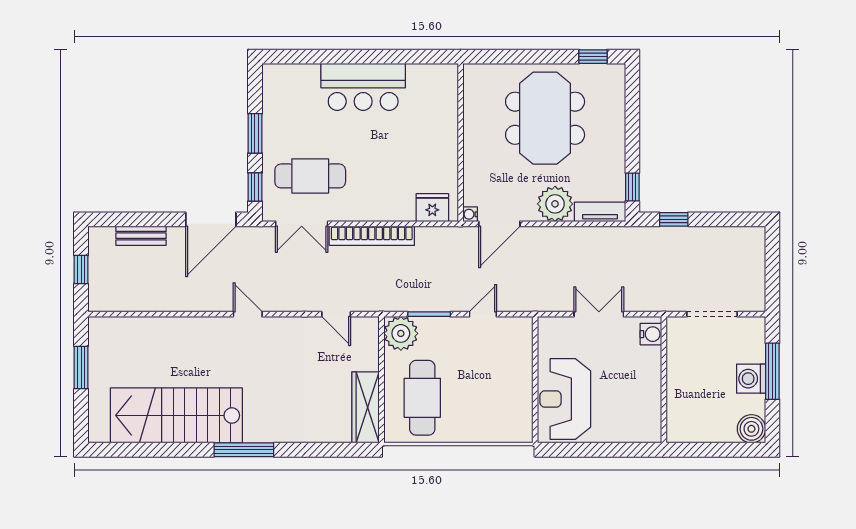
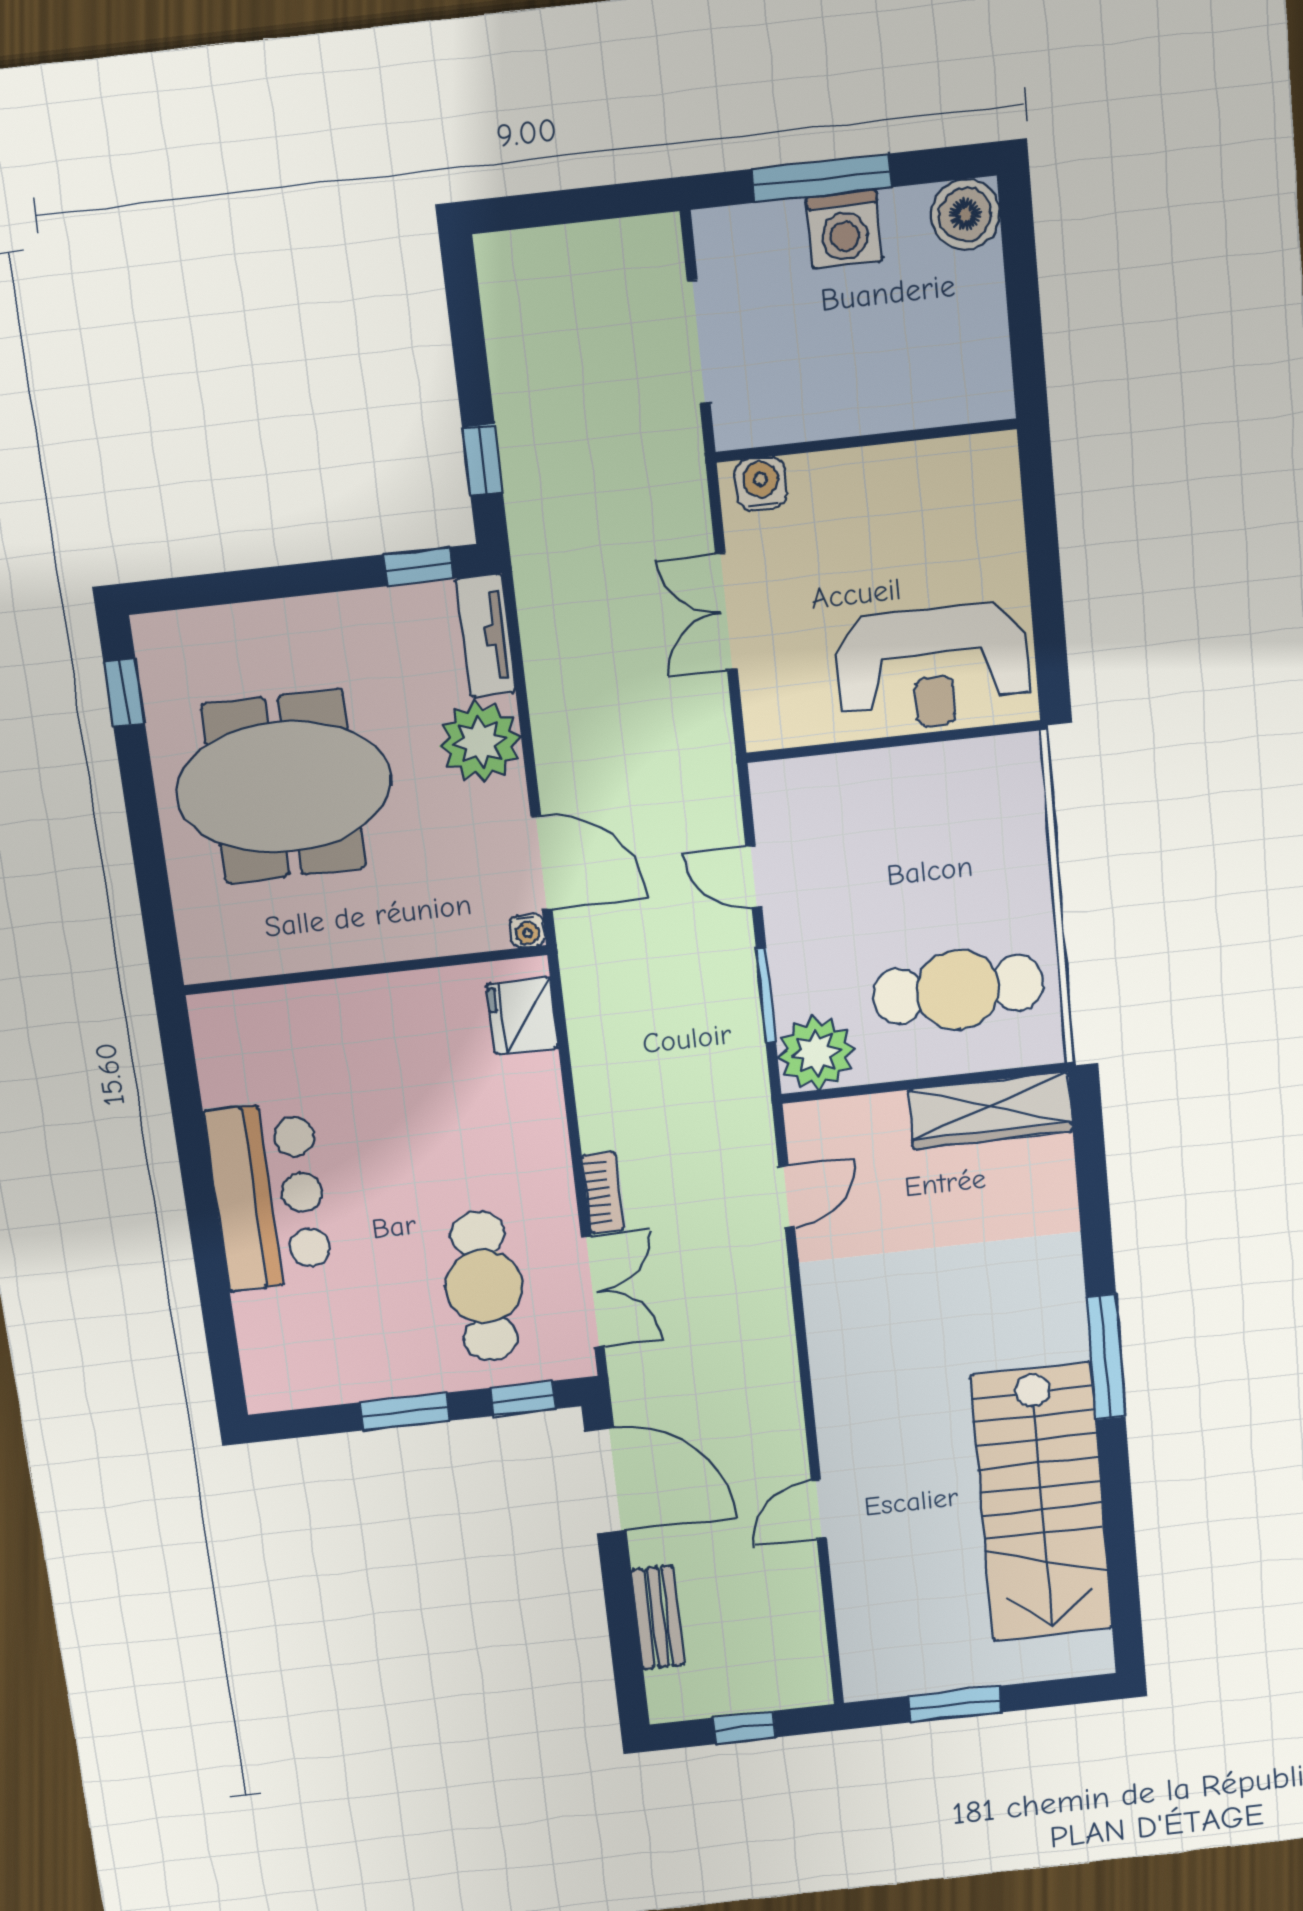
bookcase: (372, 236) -> (603, 1193), width x0.43, depth x0.76
door: (248, 314) -> (819, 1509), moved

